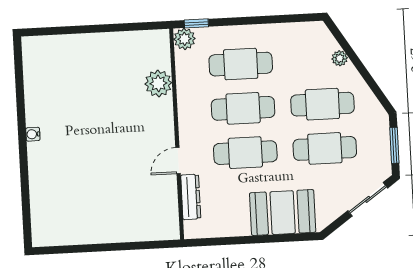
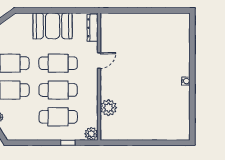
window: (196, 23) -> (68, 143), moved
dresser: (191, 197) -> (93, 28), moved
booth: (283, 213) -> (53, 26), moved

